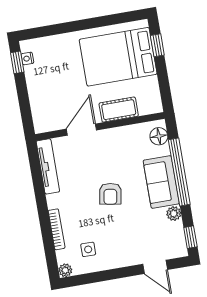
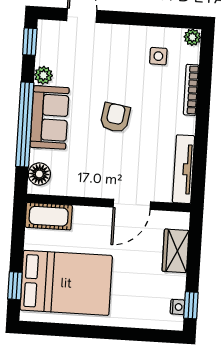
wardrobe: (39, 102) -> (176, 251), added
cot: (119, 110) -> (49, 216), moved

